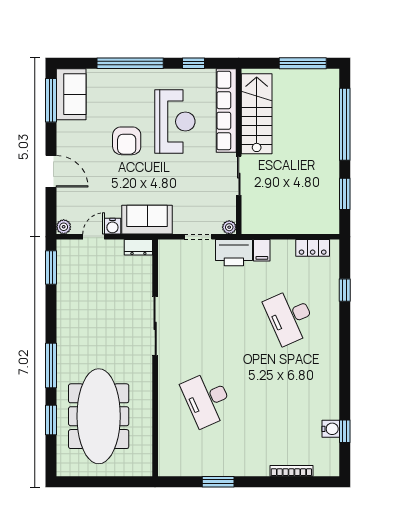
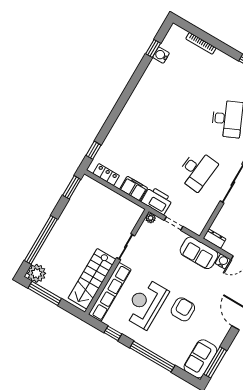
plant: (327, 81) -> (37, 273), added
window: (345, 194) -> (72, 187), moved
filing cabinet: (262, 250) -> (134, 189), width x2.00
window: (345, 290) -> (93, 150), moved
desk: (290, 317) -> (197, 170), moved, turned 30

